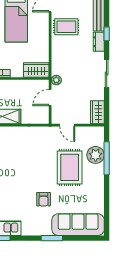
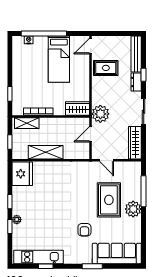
plant: (56, 80) -> (100, 114), width x1.87, depth x1.87
wardrobe: (97, 112) -> (135, 143), width x1.50
plant: (96, 155) -> (133, 209), moved

